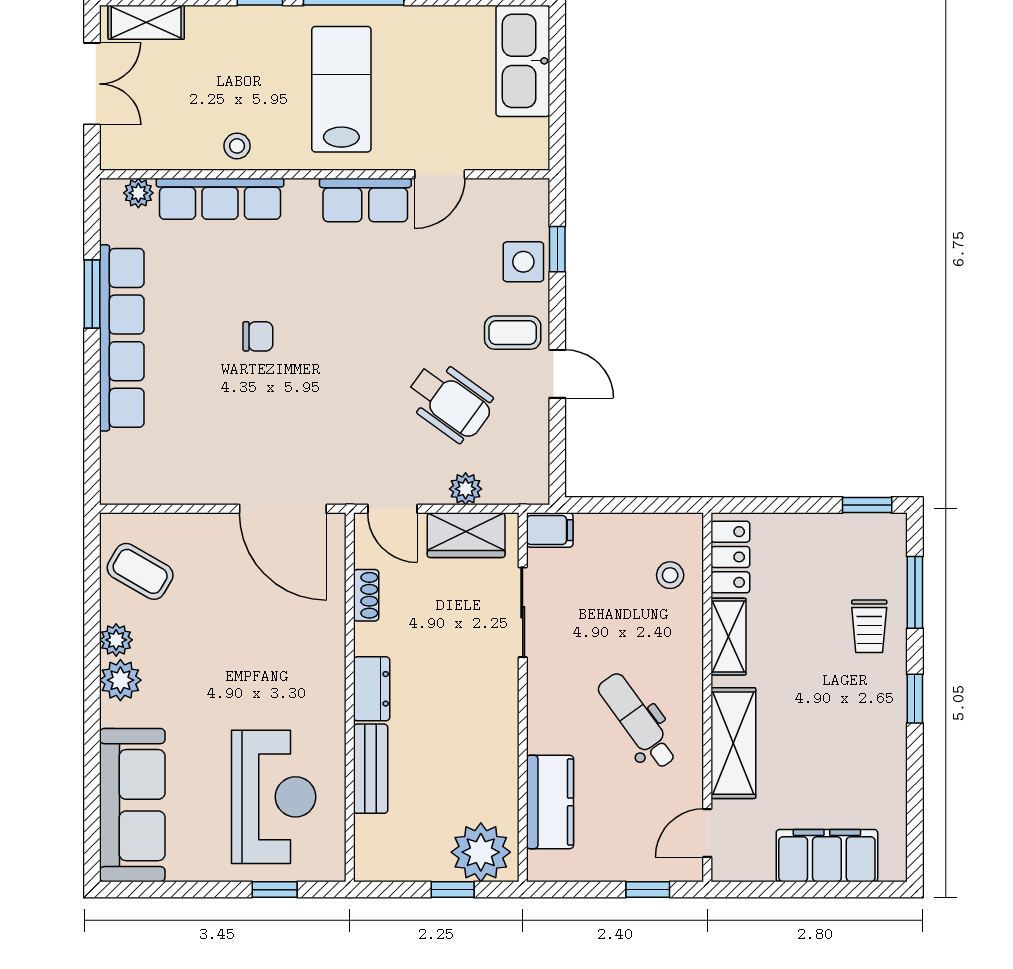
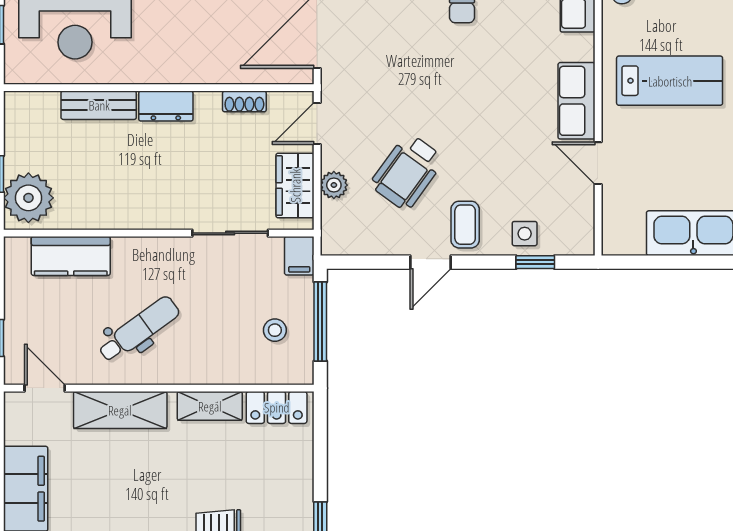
side table: (523, 262) -> (525, 234), width x0.73, depth x0.73
window: (628, 505) -> (320, 322), added
stool: (670, 575) -> (275, 330), moved

